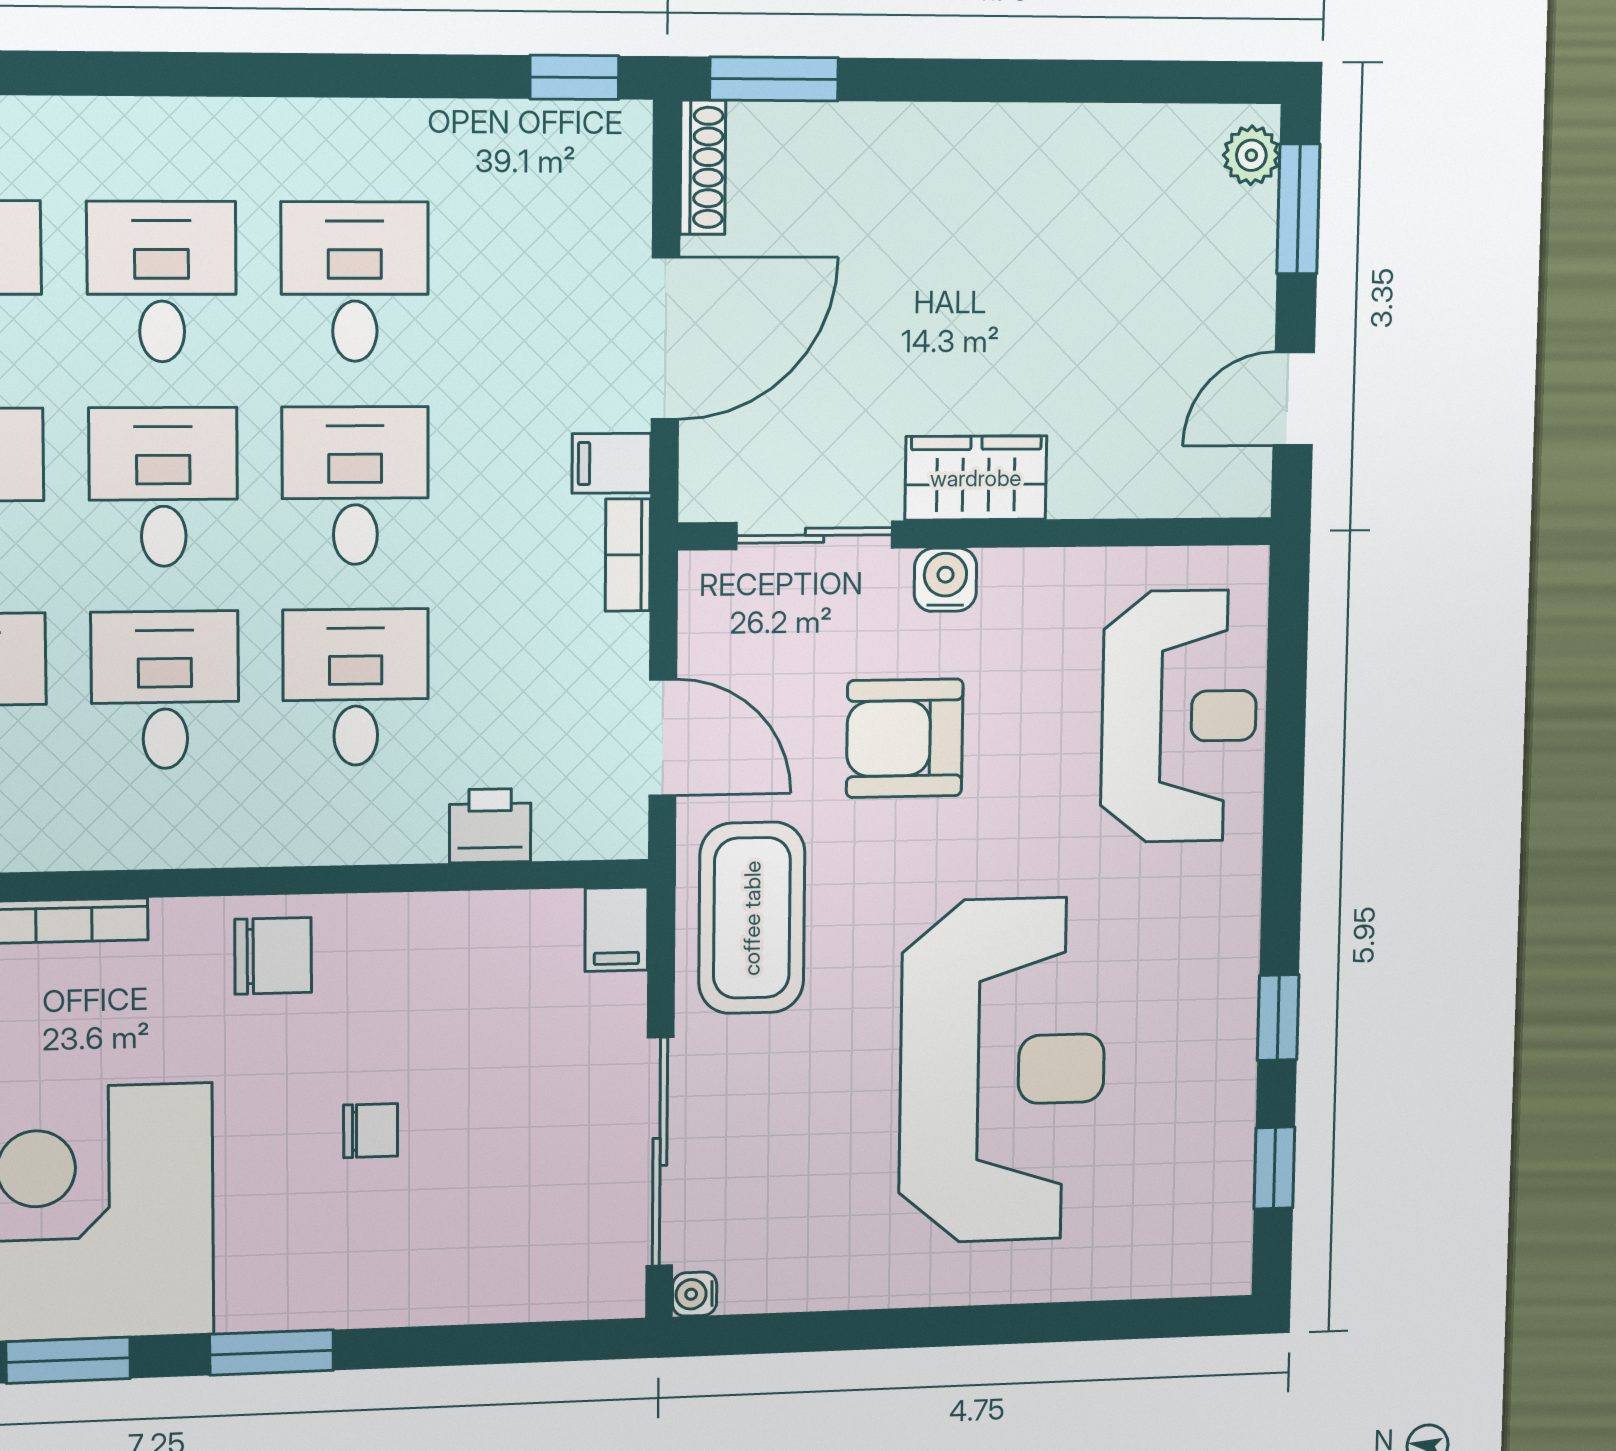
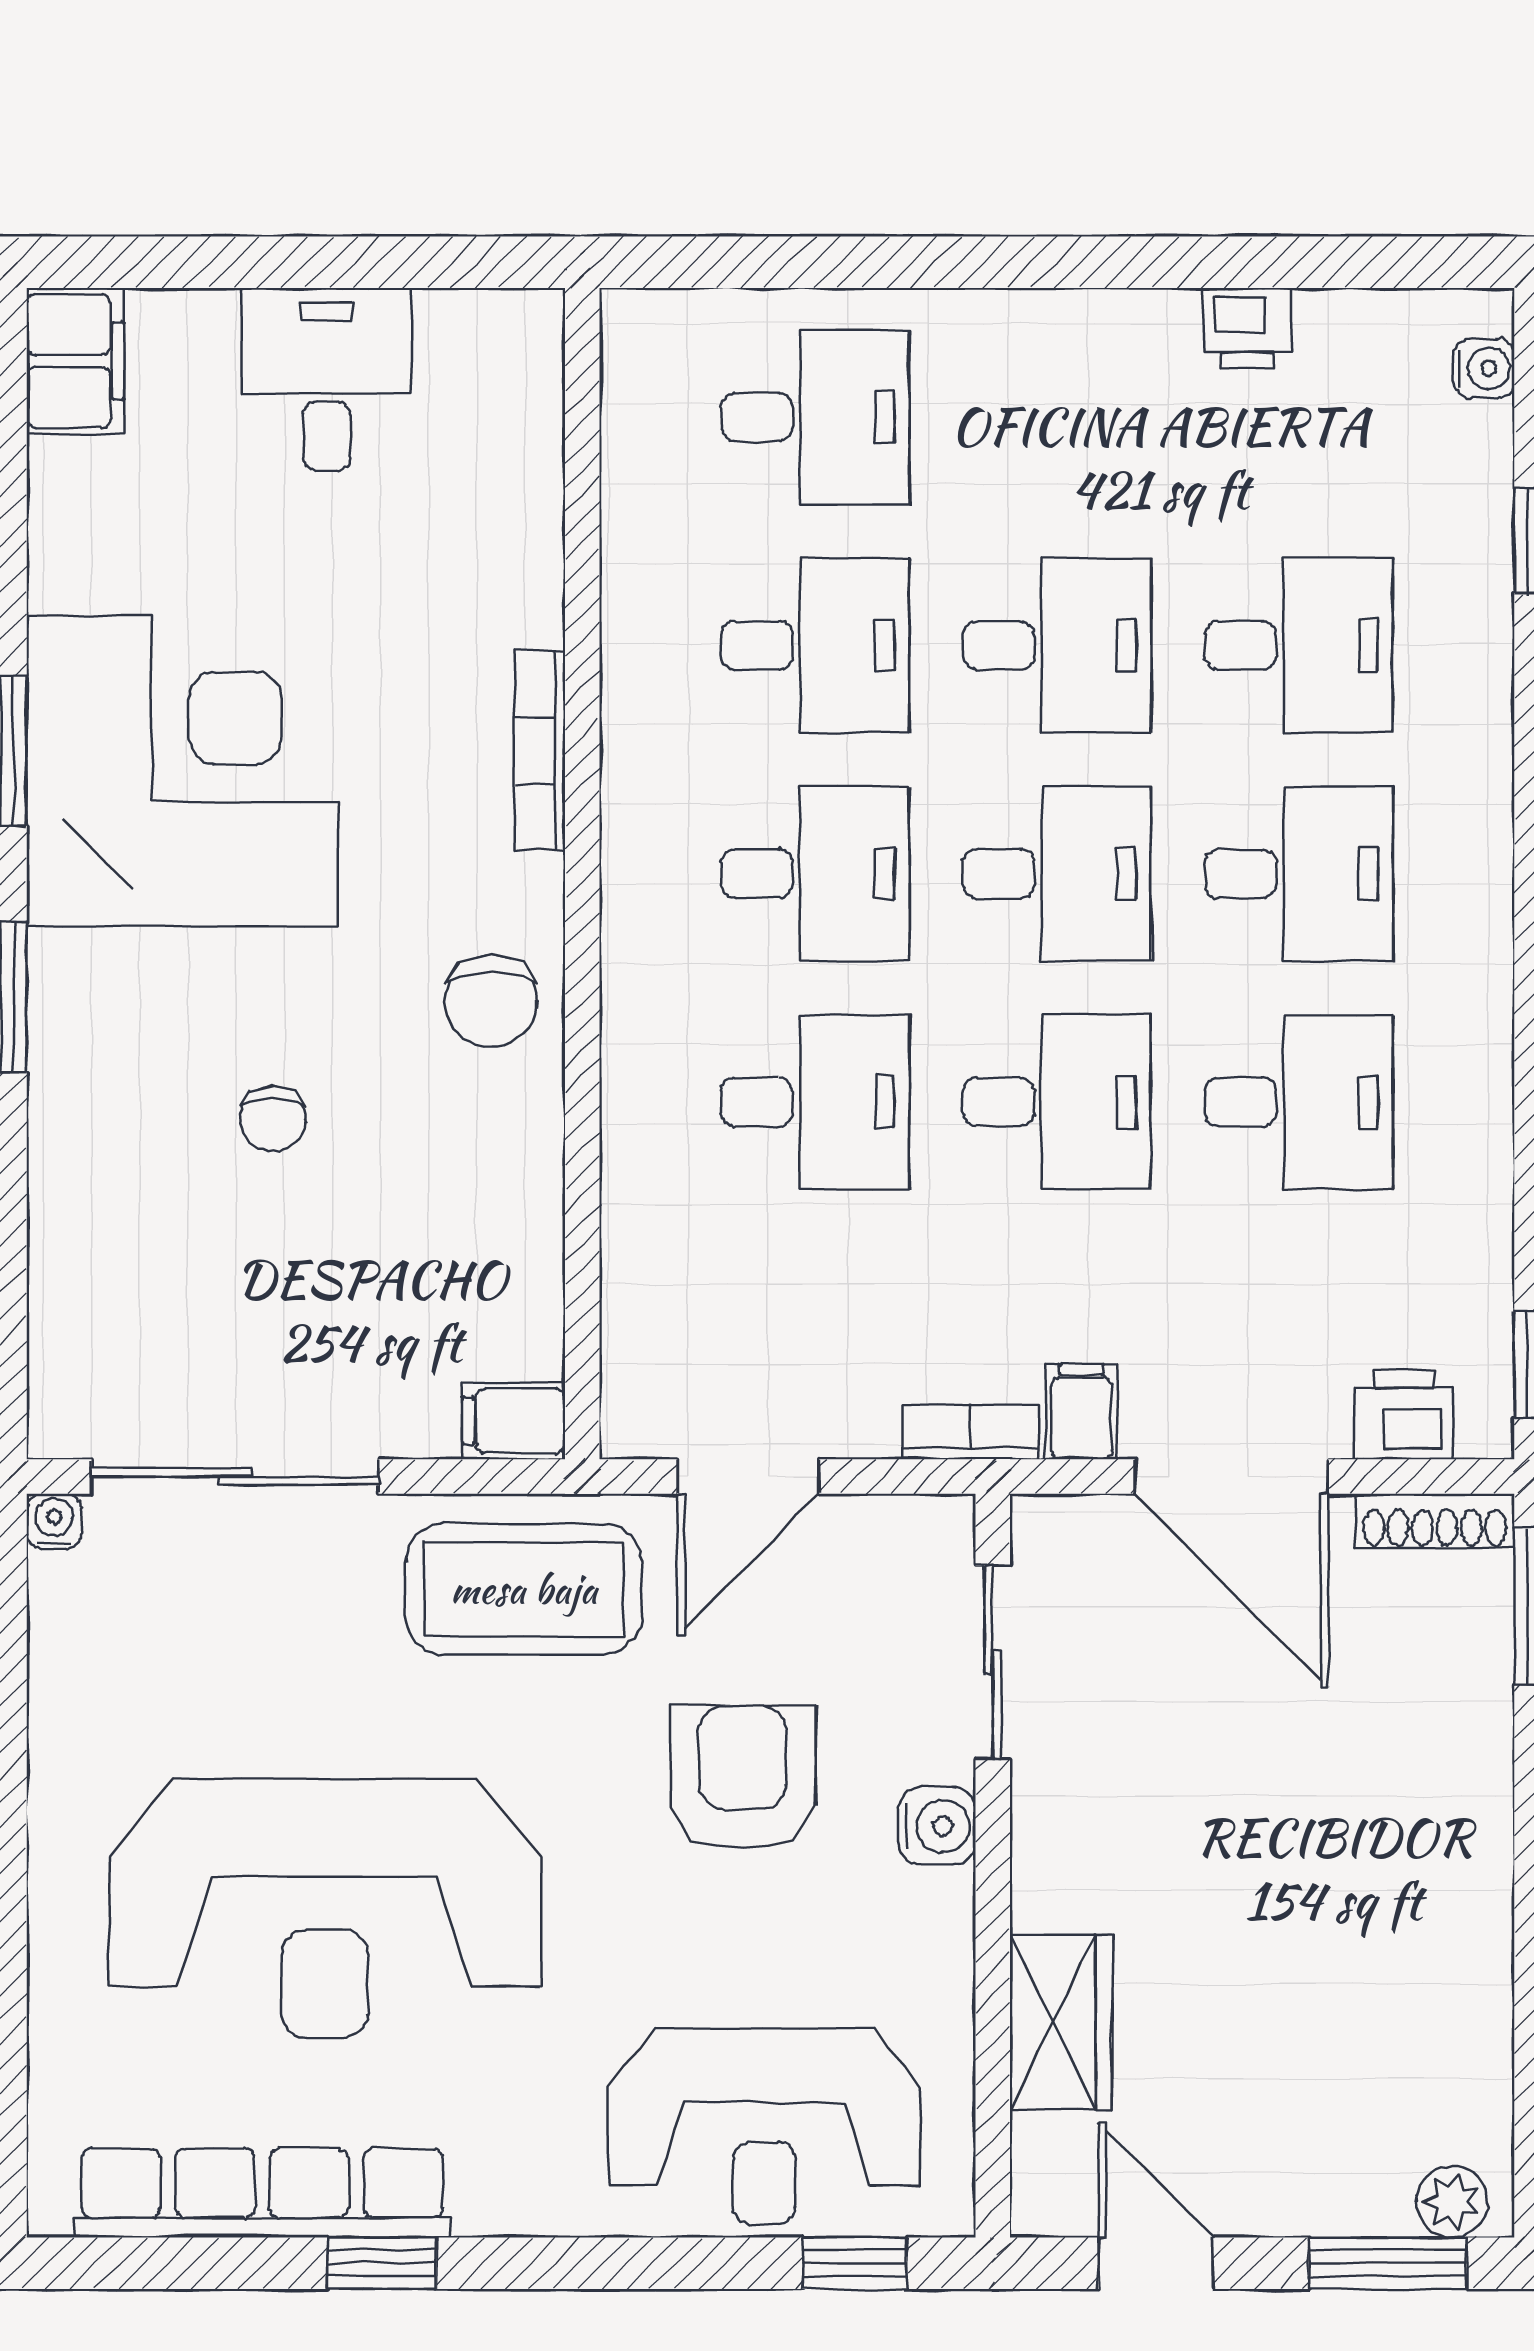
wardrobe: (976, 478) -> (1061, 2022), moved
printer: (490, 826) -> (1404, 1415), moved, turned -90
row of seats: (1222, 1113) -> (262, 2193), added
window: (1274, 1168) -> (855, 2263), moved

